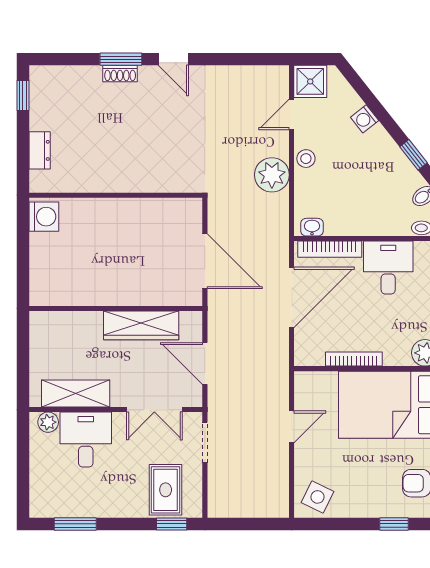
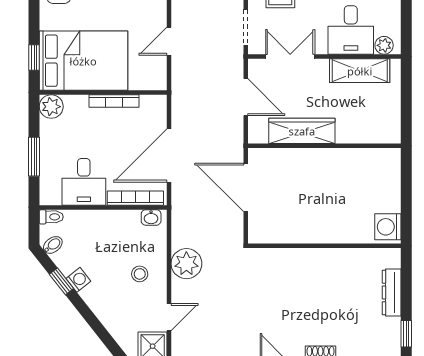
washing machine: (365, 119) -> (78, 280), moved
dresser: (40, 150) -> (392, 292), width x1.44
stool: (306, 159) -> (140, 274), moved

